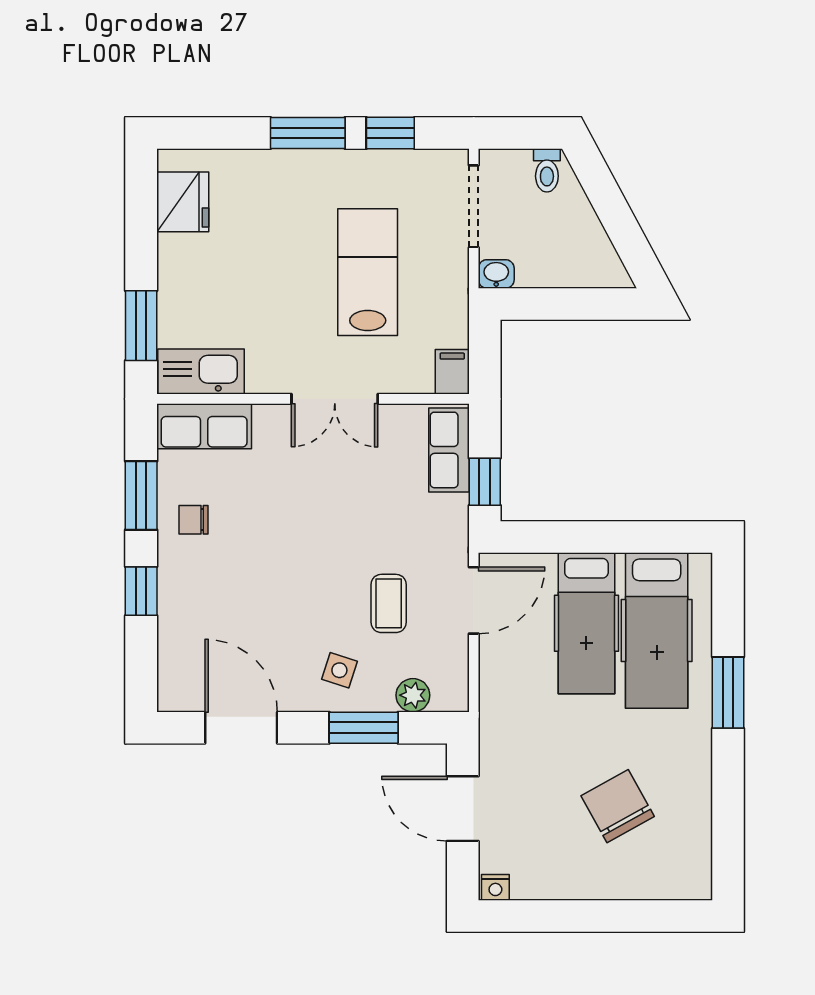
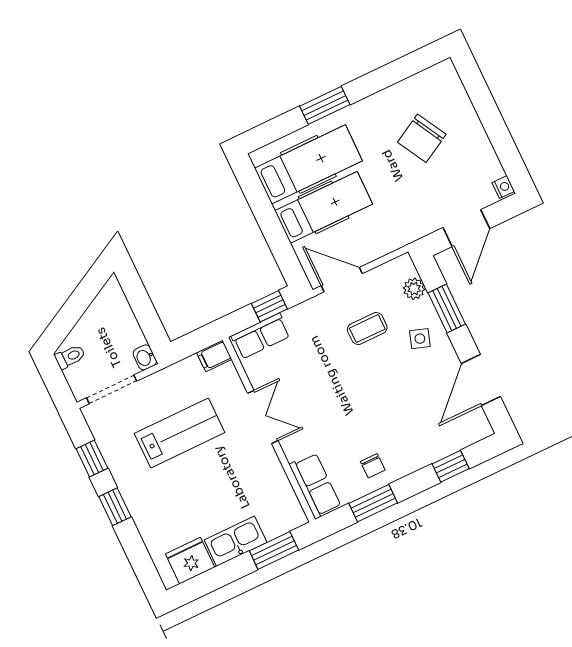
window: (308, 133) -> (115, 507), width x0.67
lab bench: (368, 272) -> (180, 433), turned 180
kitchen sink: (201, 372) -> (236, 541), moved, turned 90
window: (141, 591) -> (451, 466), moved

